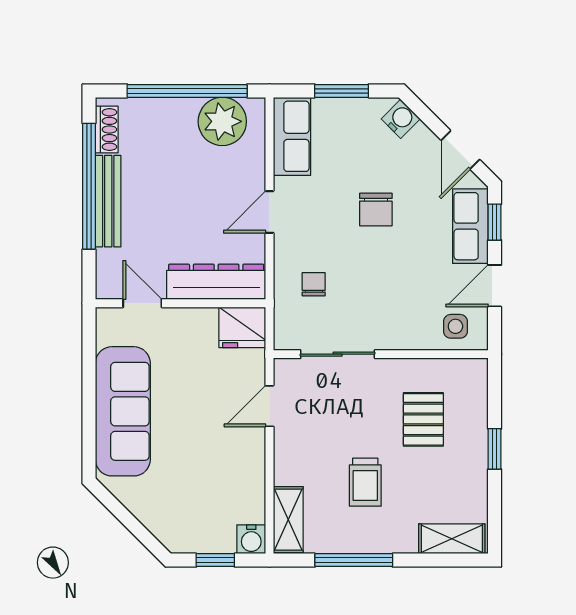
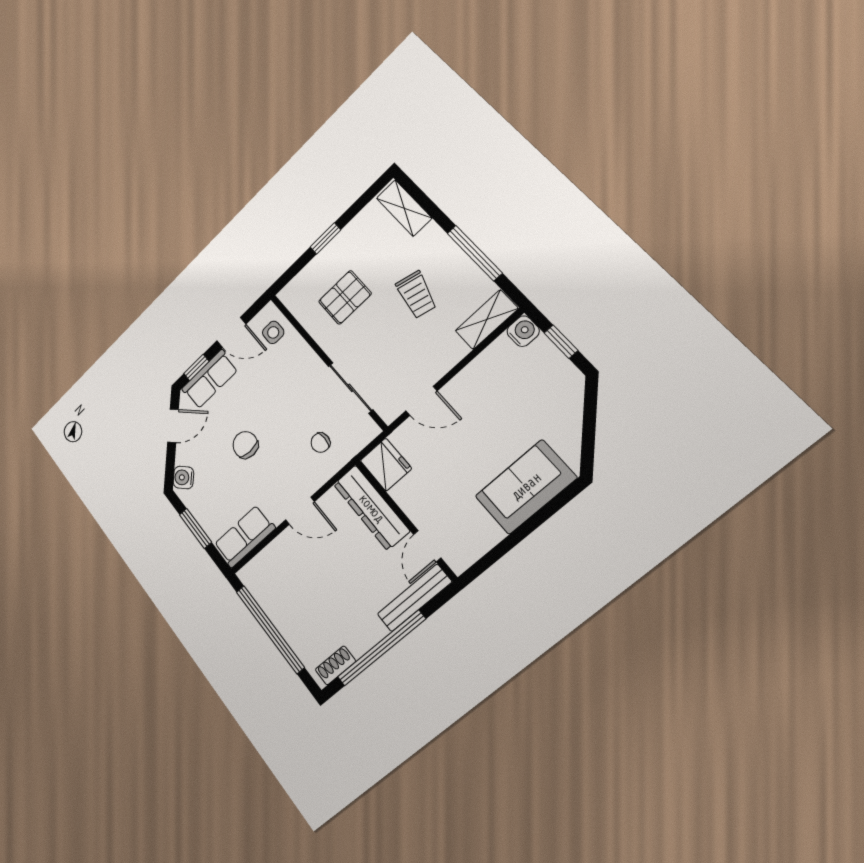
plant: (222, 121) -> (270, 590), removed
bench: (108, 201) -> (414, 598), moved
chair: (376, 210) -> (245, 445), turned -90
sofa: (123, 411) -> (526, 487), width x0.73
trolley: (365, 482) -> (416, 295), turned 104

